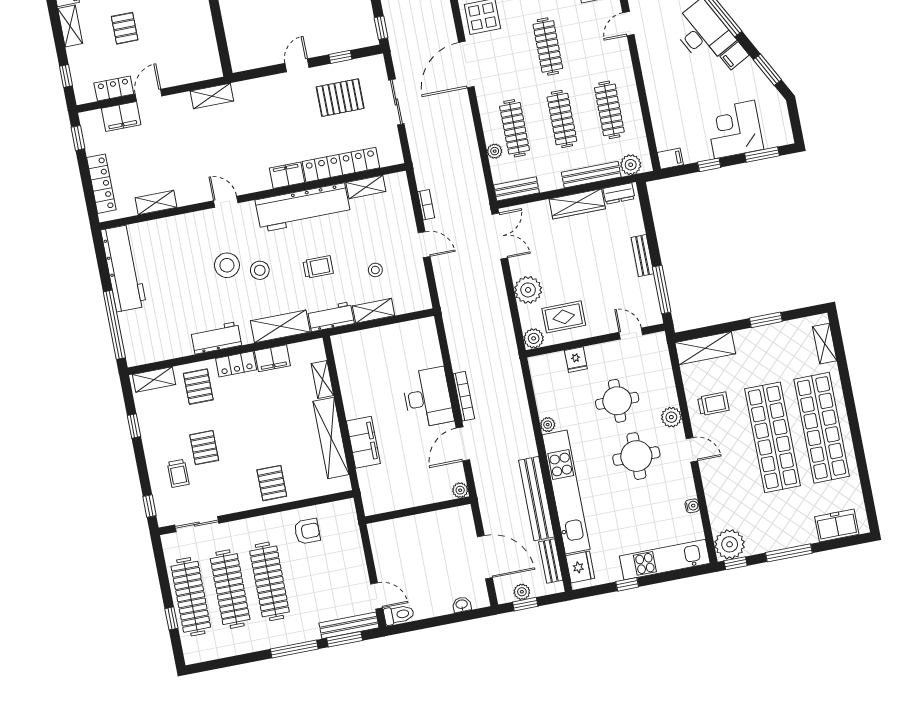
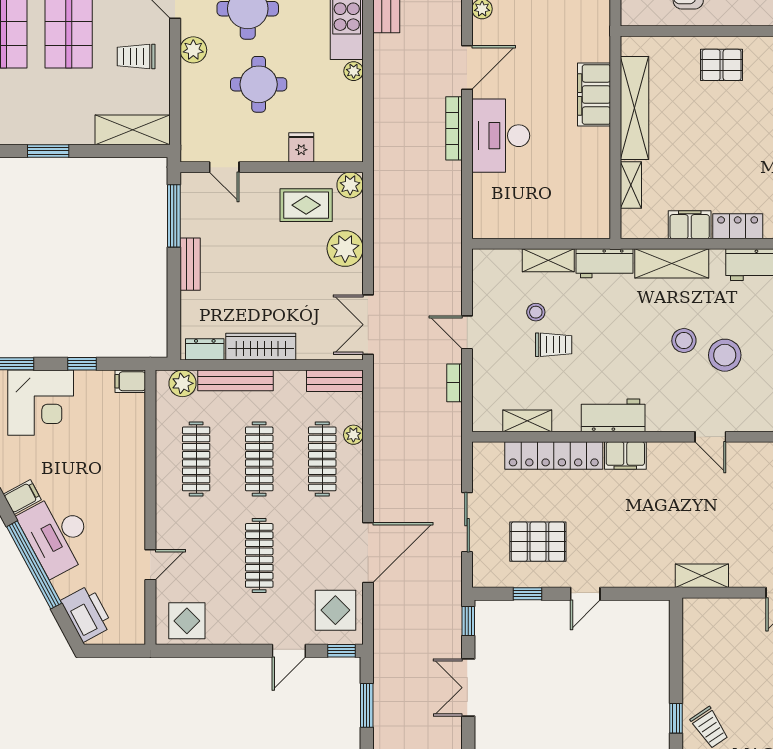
workbench: (303, 208) -> (613, 415), width x0.53, depth x0.76
trolley: (318, 267) -> (554, 345), moved, turned 180
pallet: (272, 483) -> (722, 65), turned 90

